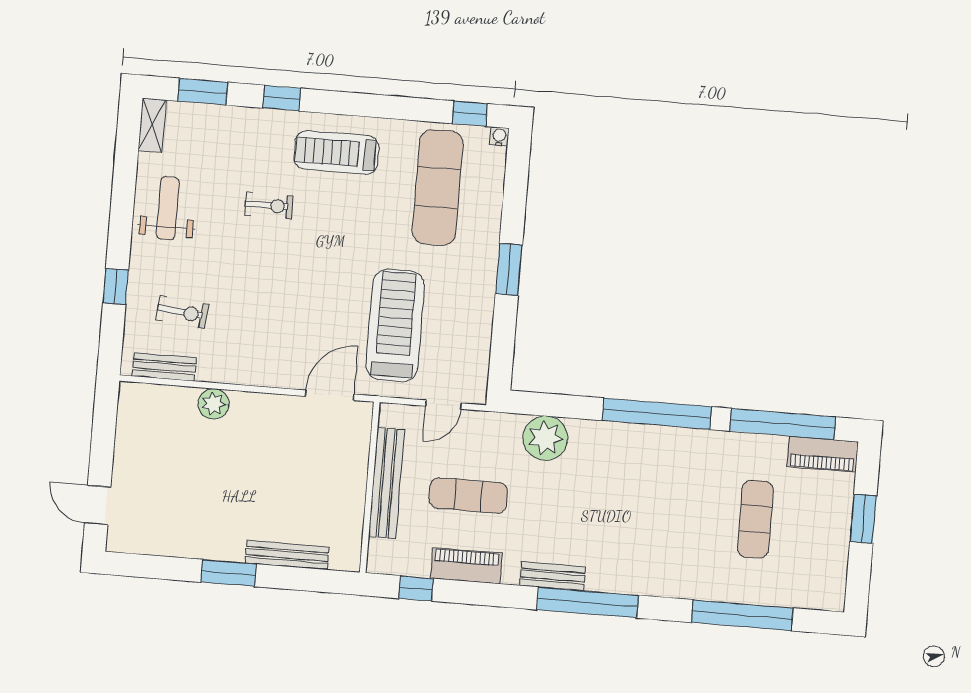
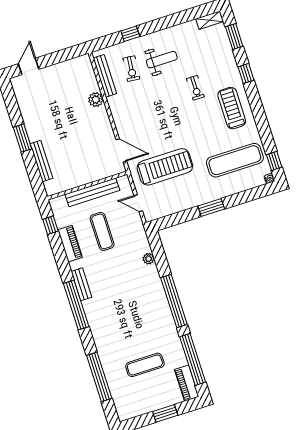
weight bench: (168, 208) -> (162, 60), moved
bench: (164, 367) -> (105, 76), width x1.36
plant: (545, 438) -> (149, 259), width x0.53, depth x0.53

